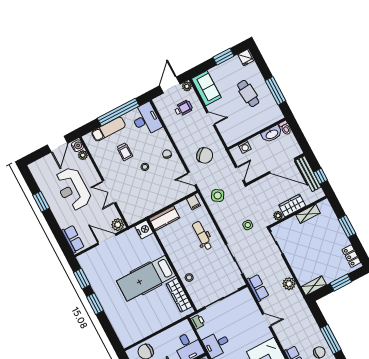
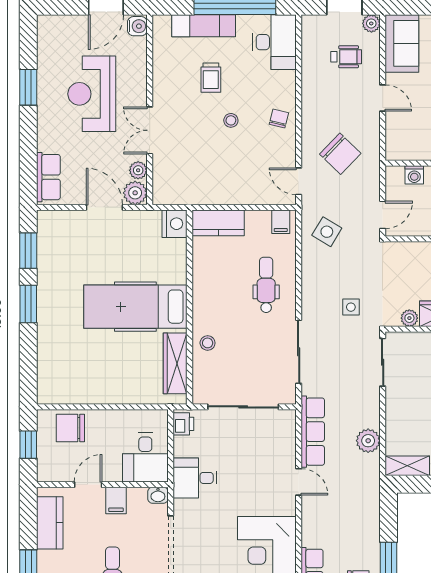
plant: (83, 155) -> (138, 170), moved
row of seats: (258, 288) -> (313, 432), width x1.48

